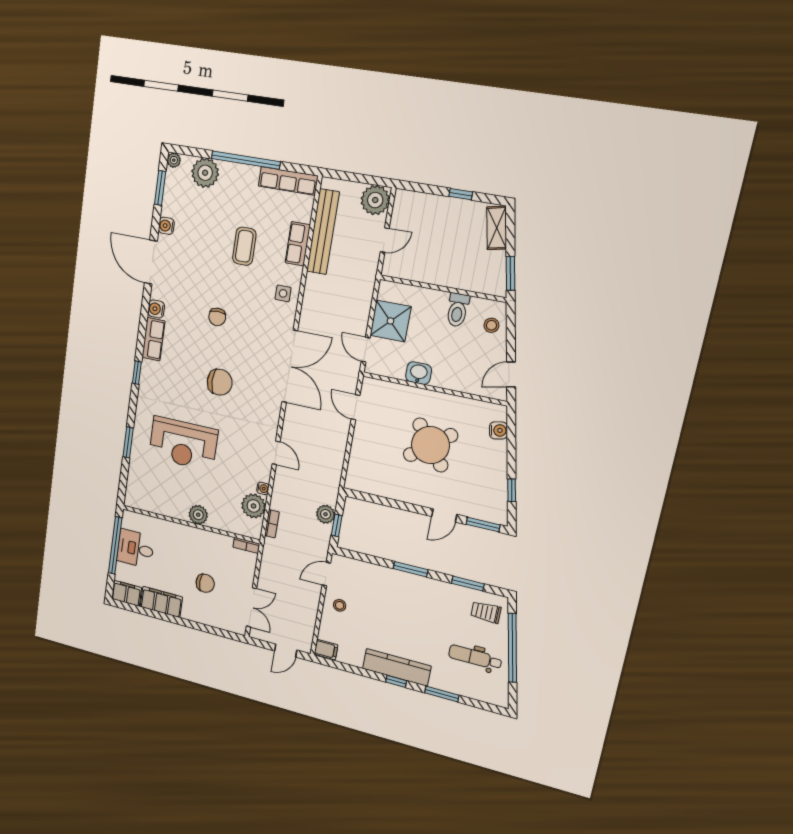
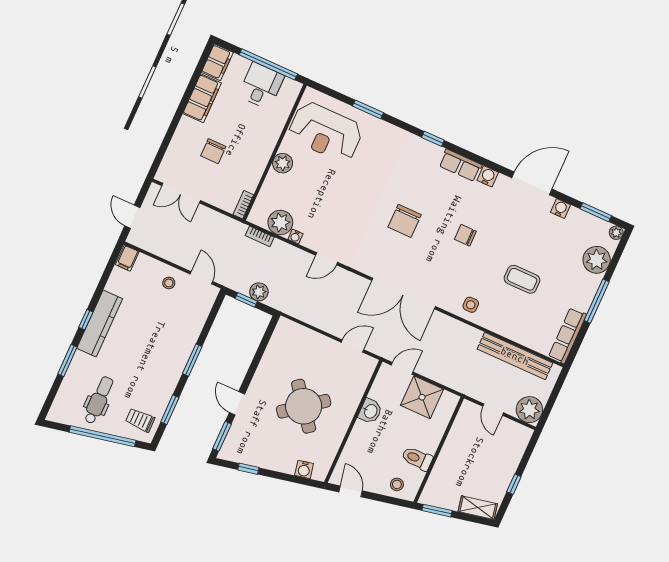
window: (246, 160) -> (597, 301), width x0.68
row of seats: (298, 244) -> (511, 330), removed
reception desk: (183, 444) -> (325, 132), moved, turned -90
trolley: (486, 612) -> (140, 420), turned -90

